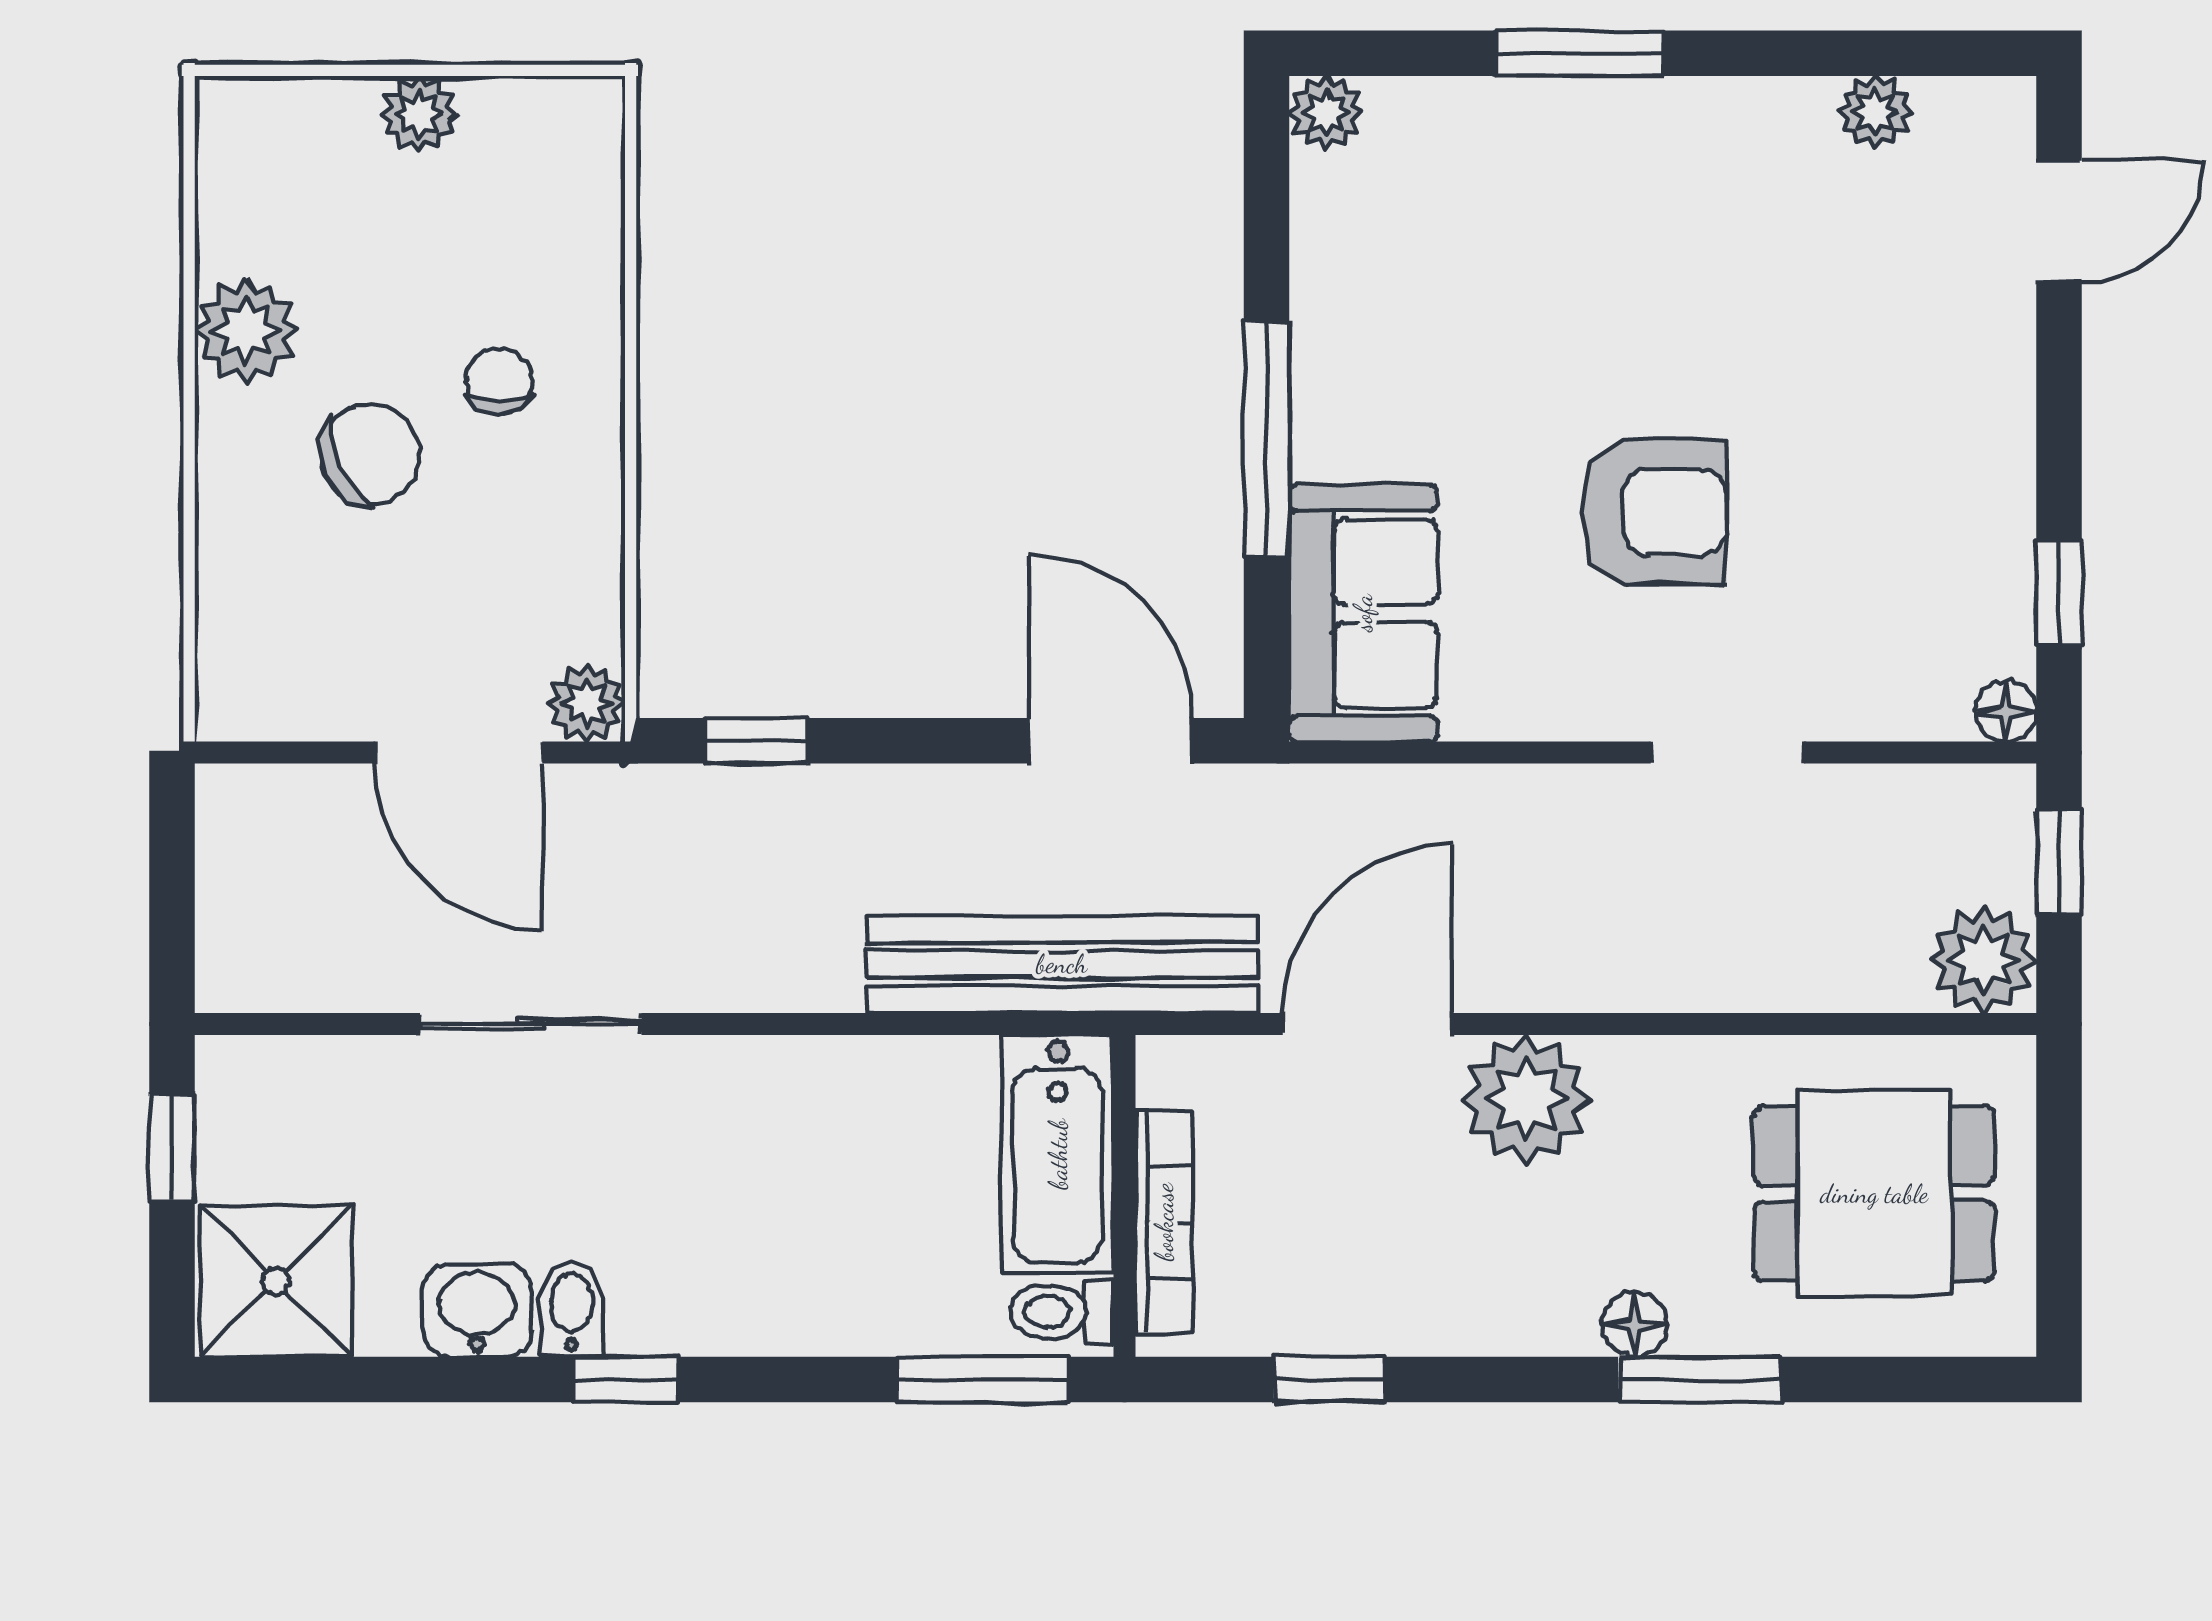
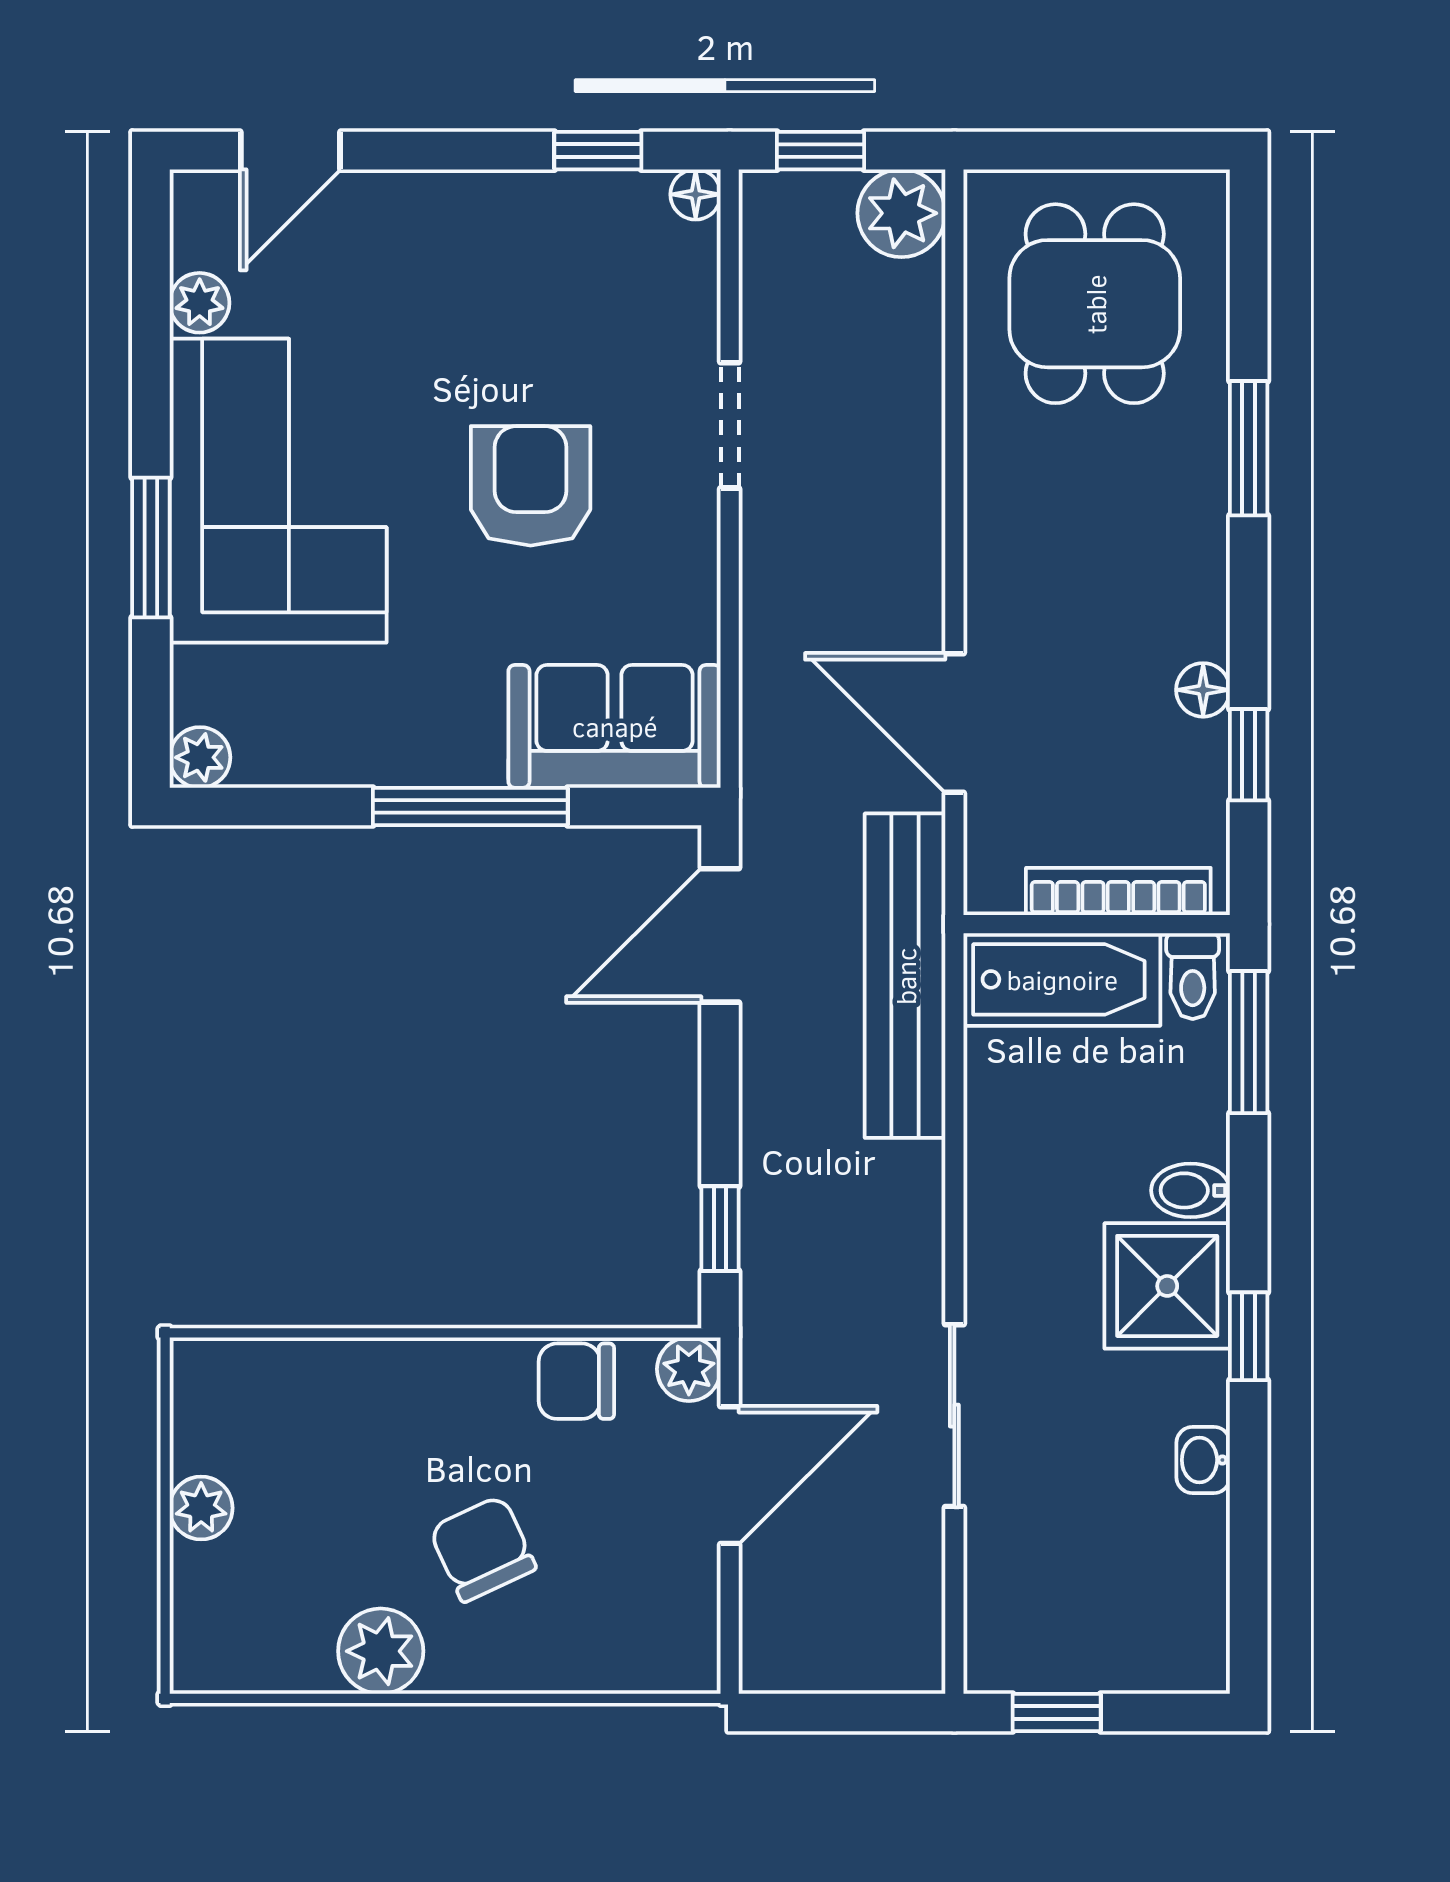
corner sofa: (1648, 207) -> (278, 491), added
door: (2059, 222) -> (290, 151), swing flipped
chair: (499, 381) -> (576, 1381), moved, width x1.37, depth x1.37
plant: (1526, 1099) -> (1016, 592), removed
shower: (276, 1281) -> (1167, 1286), moved
bidet: (572, 1309) -> (1190, 1190), moved
washbasin: (477, 1310) -> (1203, 1460), width x0.72, depth x0.69
floor lamp: (1635, 1324) -> (1203, 690), moved

